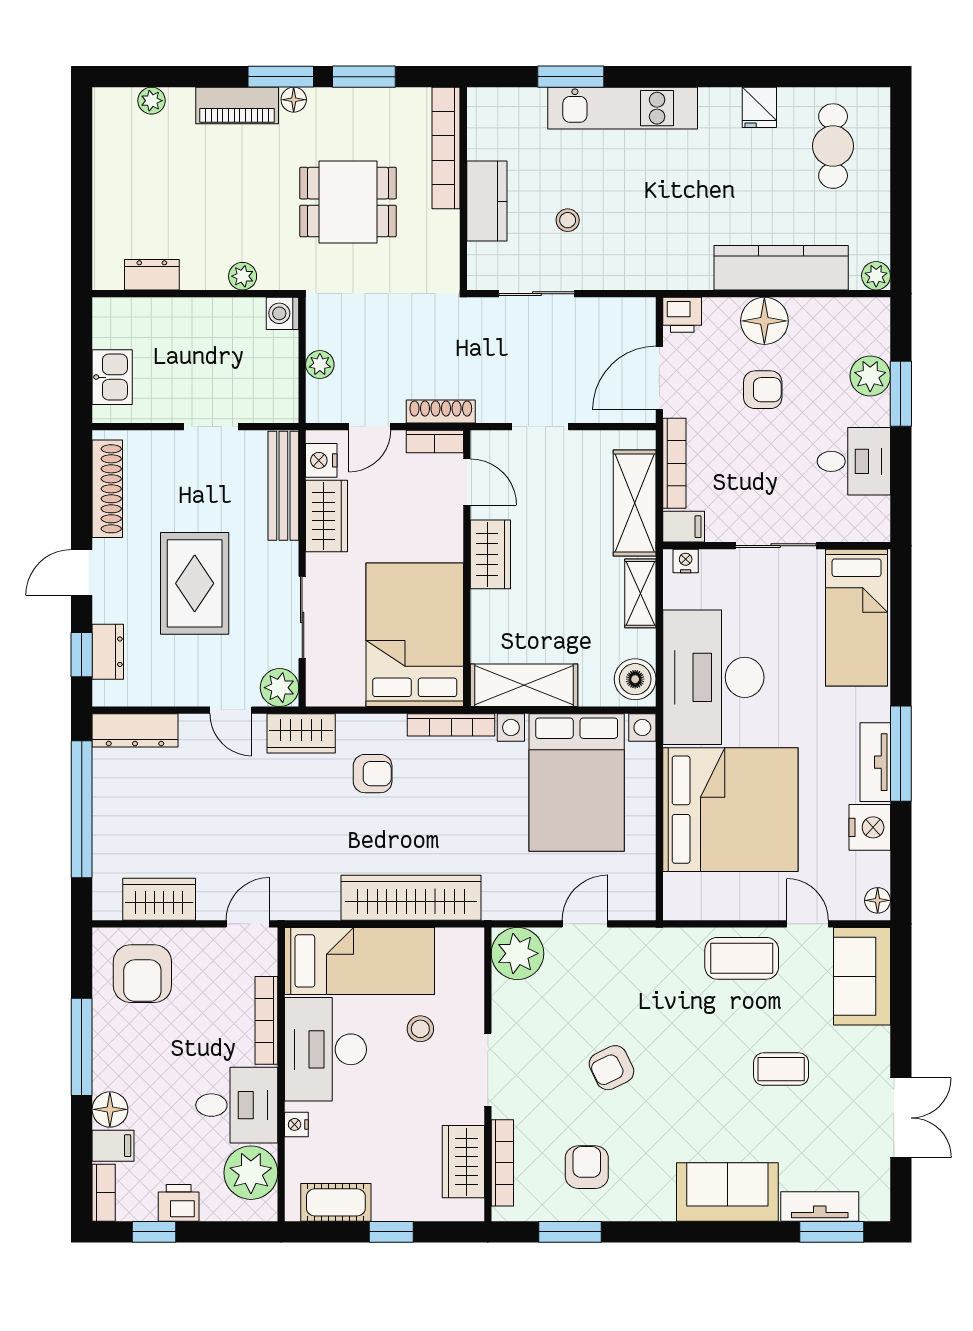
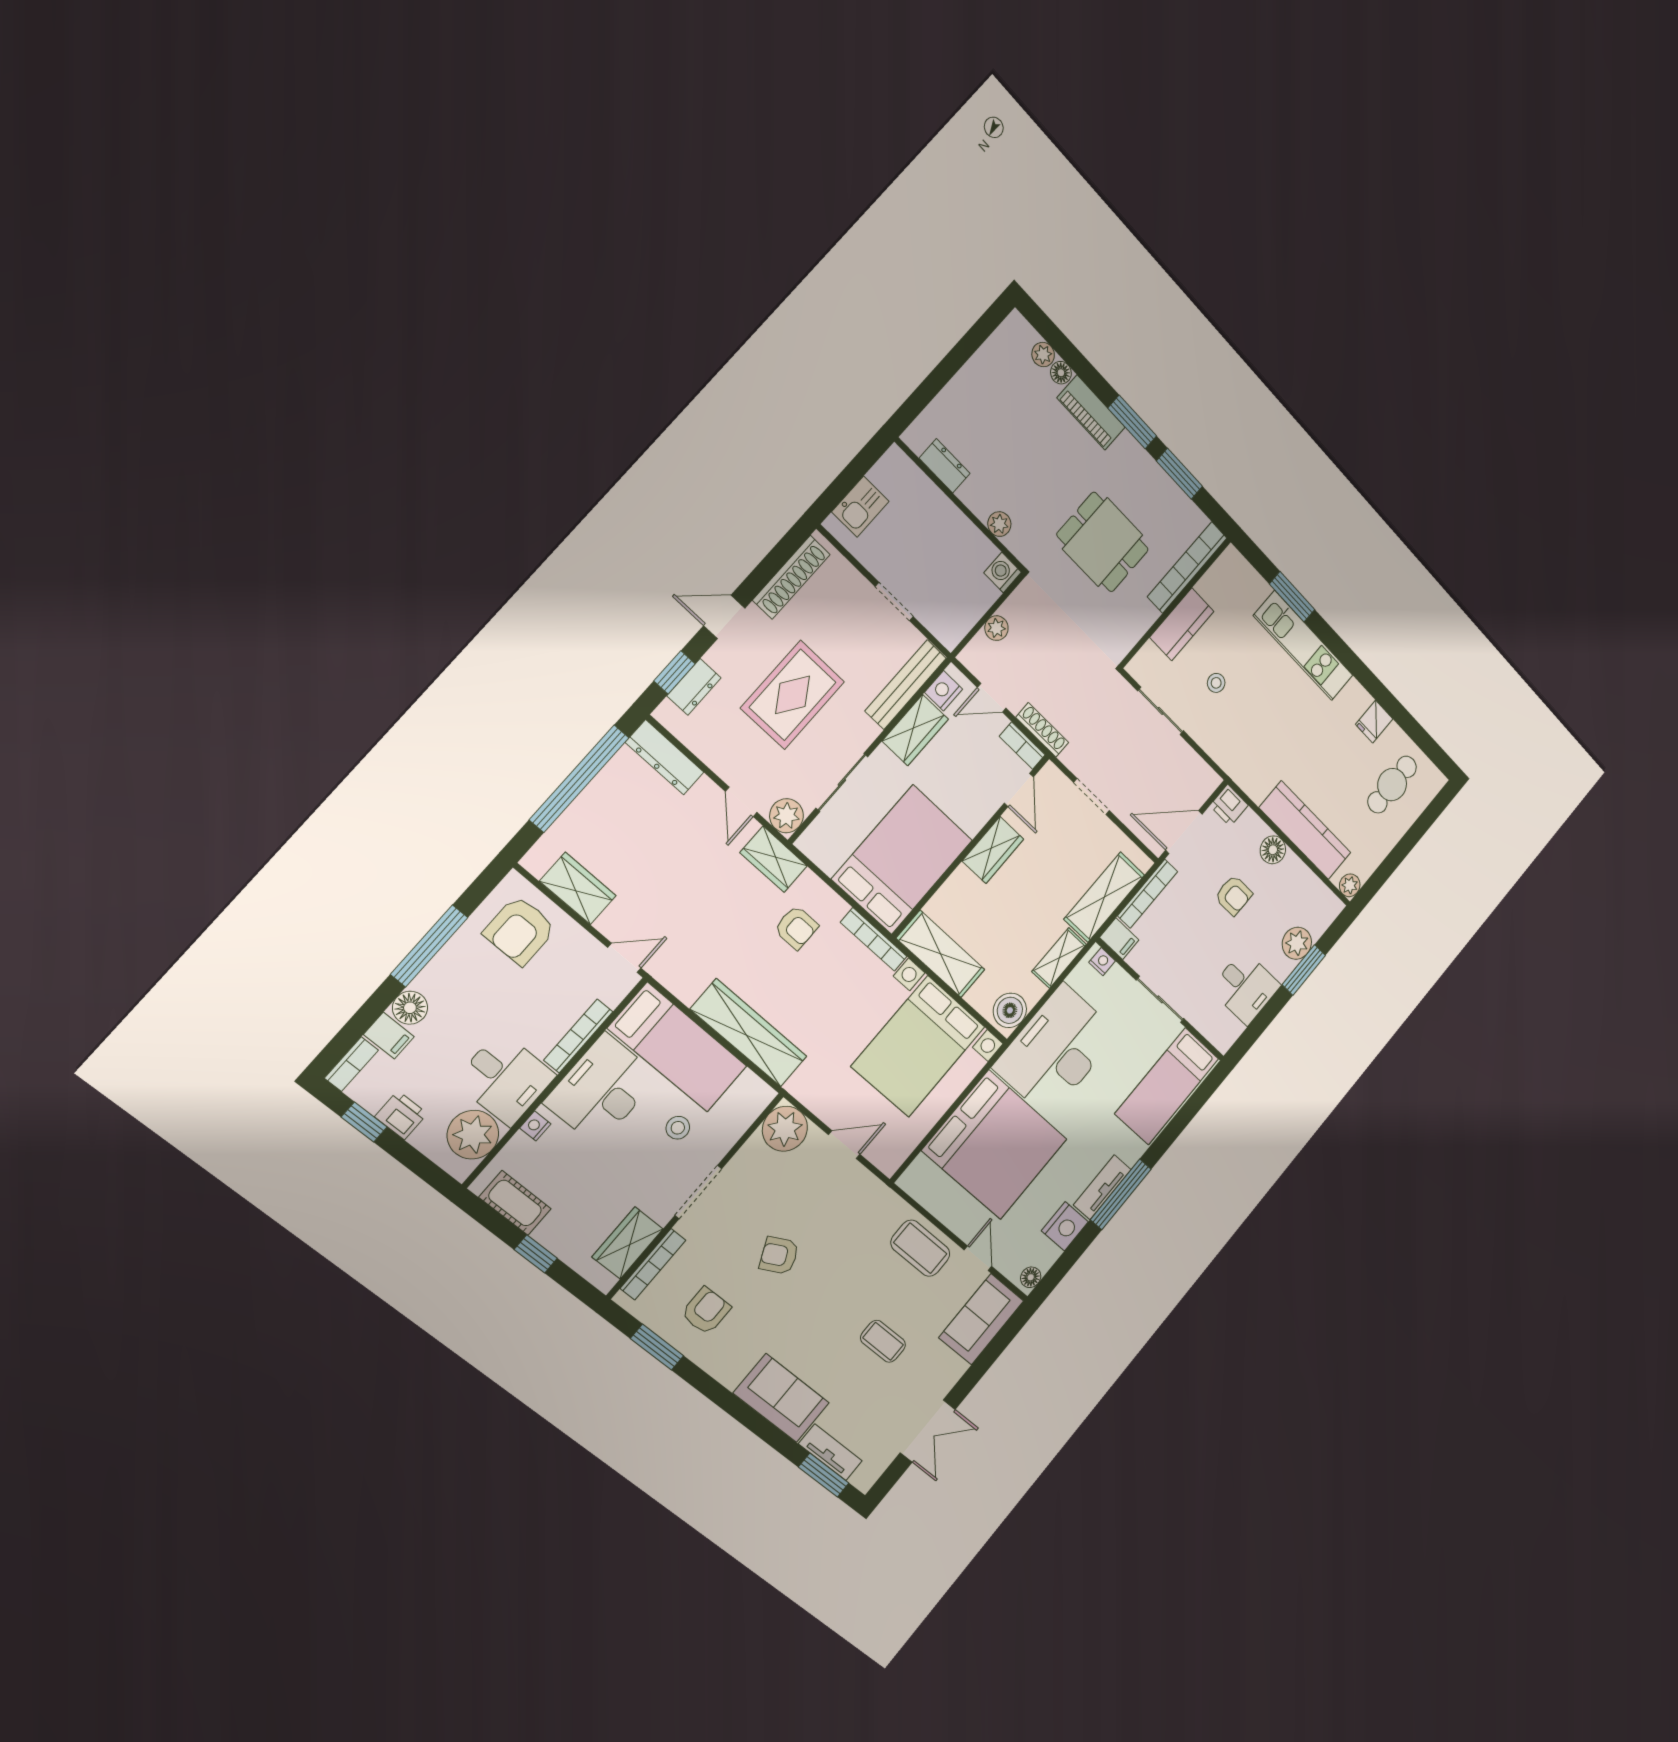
floor lamp: (294, 100) -> (1061, 373), moved
floor lamp: (764, 321) -> (1273, 850), width x0.73, depth x0.73

